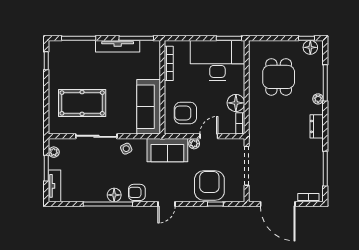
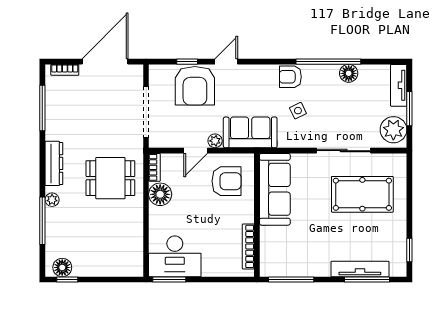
tv unit: (118, 46) -> (360, 269), moved
desk: (217, 61) -> (175, 256), width x0.73, depth x0.77
dining table: (279, 77) -> (110, 178), moved, turned 90
dresser: (317, 126) -> (54, 163), width x1.44
side table: (126, 149) -> (298, 111), moved
plant: (54, 152) -> (393, 130), width x1.87, depth x1.87
armchair: (137, 192) -> (290, 77), turned 180
floor lamp: (114, 195) -> (349, 73), moved
door: (167, 204) -> (226, 62), moved
door: (278, 204) -> (105, 62), hinge flipped

